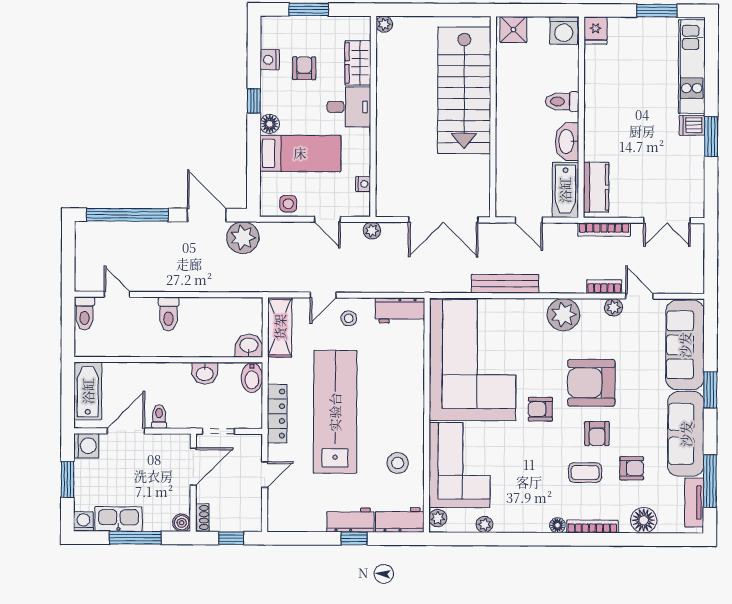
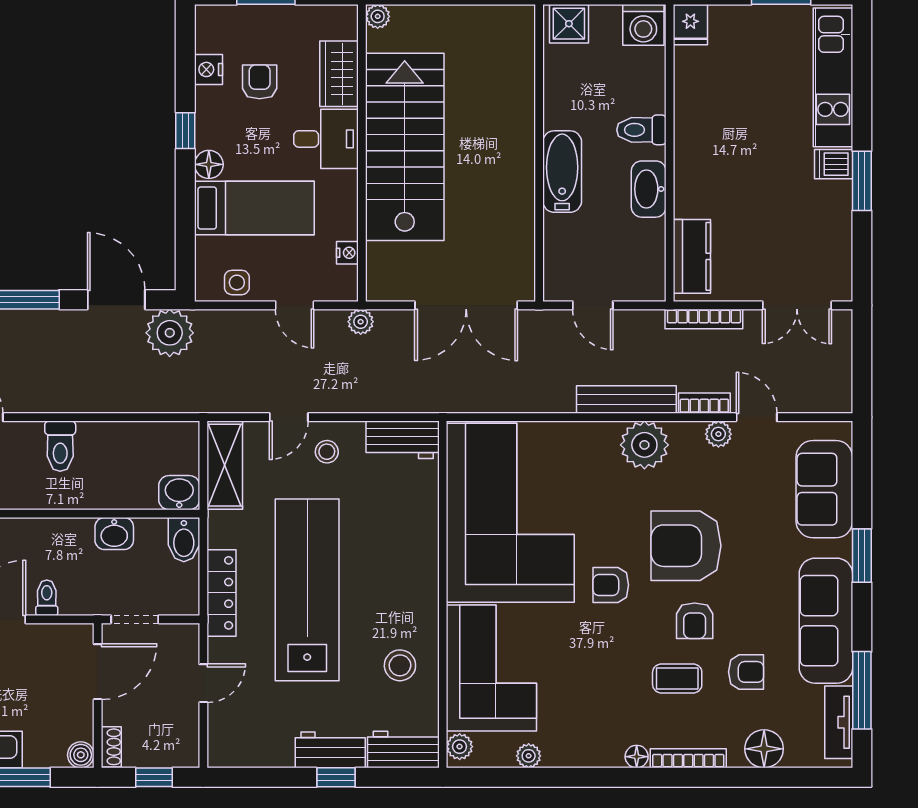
stairs: (464, 90) -> (405, 147), moved, turned 180
bathtub: (565, 190) -> (562, 172), moved, turned 180
bench: (505, 284) -> (626, 400), moved
sofa: (685, 345) -> (824, 489), width x0.73

